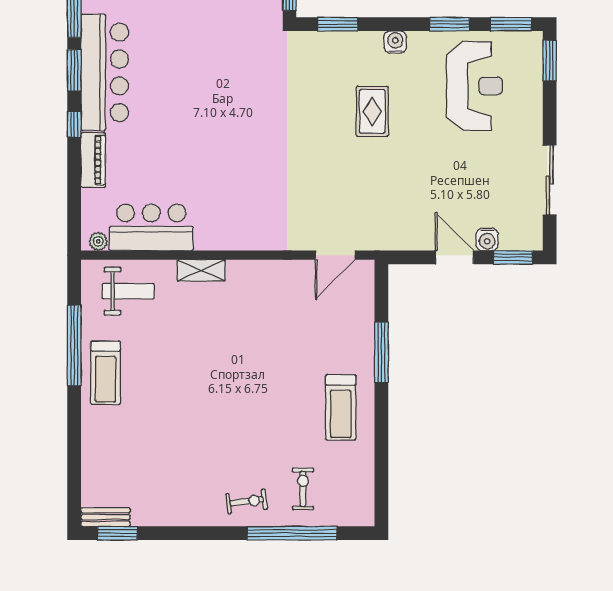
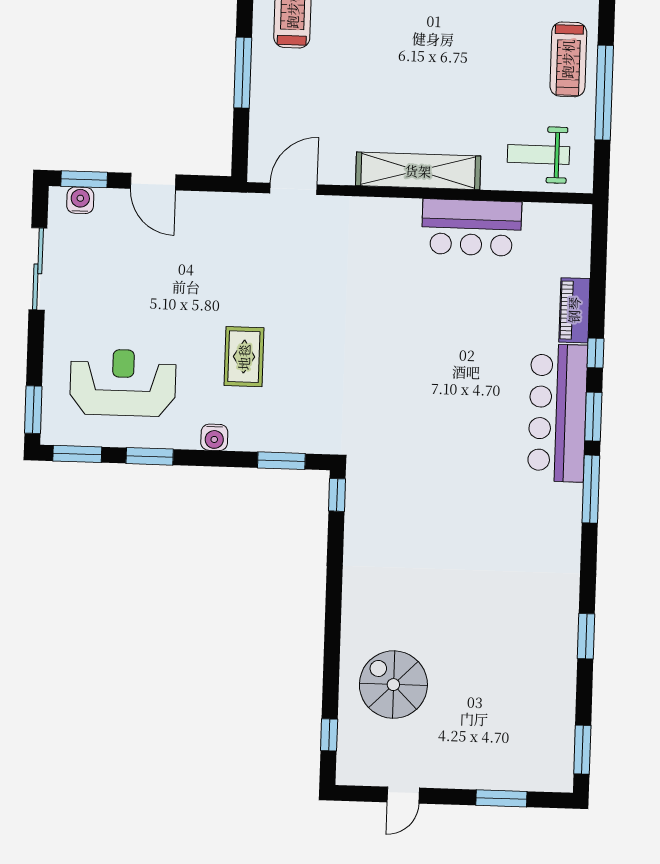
reception desk: (474, 86) -> (123, 383), turned 90
bar counter: (151, 227) -> (472, 228), moved
water cooler: (487, 239) -> (80, 200), moved
plant: (98, 241) -> (572, 214), removed
shelving: (201, 270) -> (418, 171), width x2.20, depth x1.33
treadmill: (105, 373) -> (568, 59), turned 180

